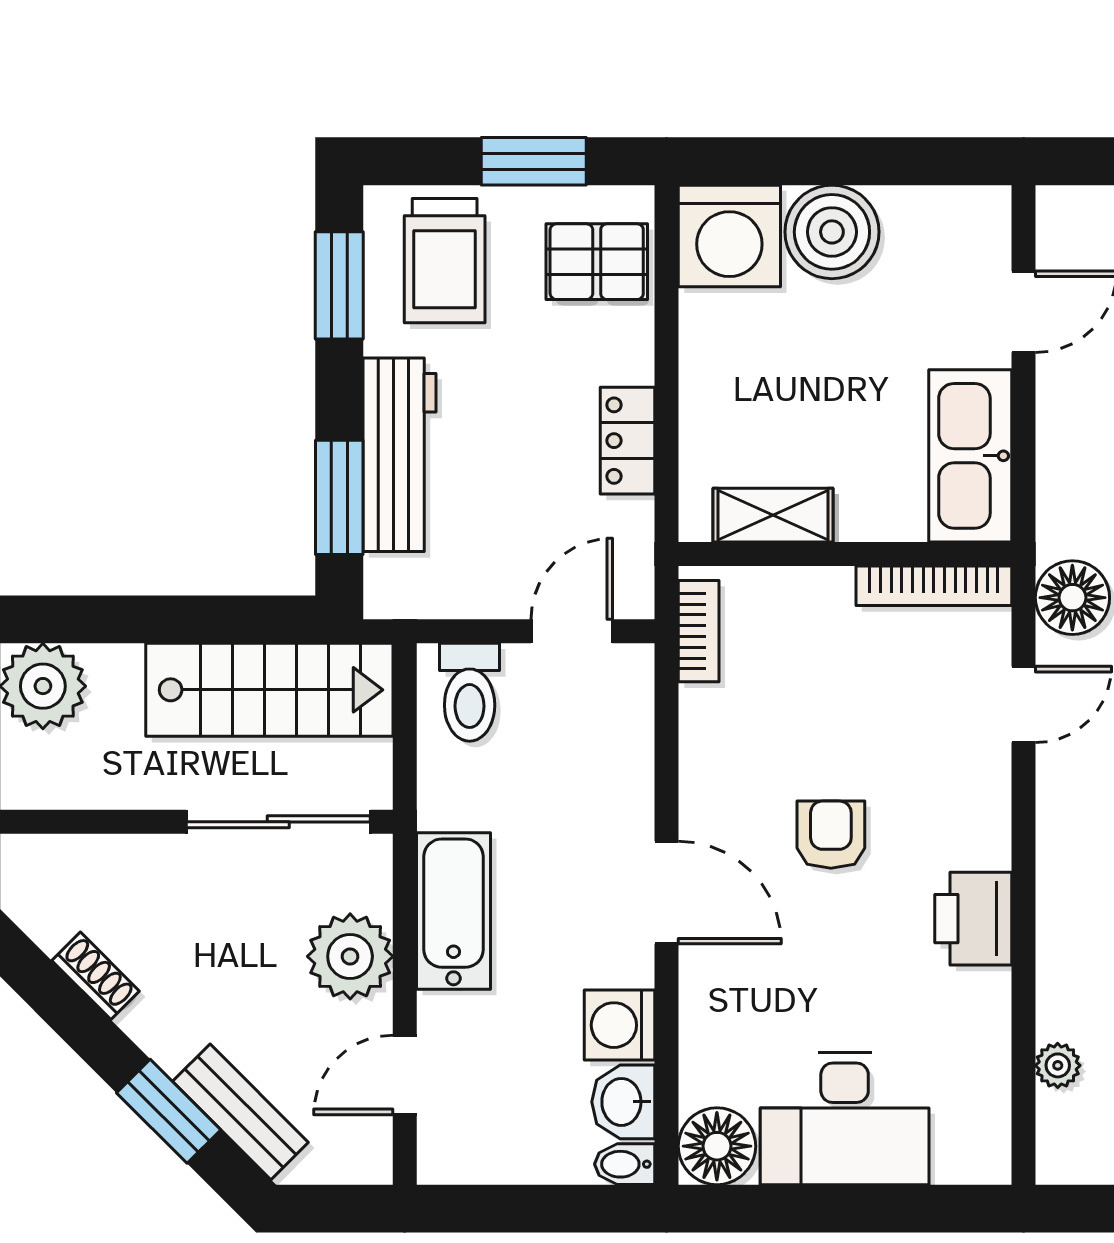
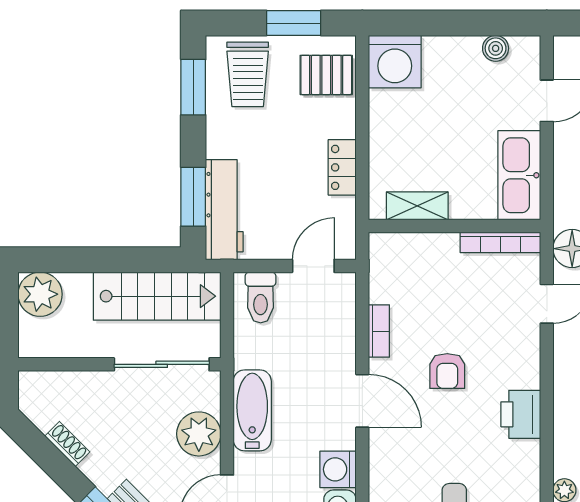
boiler: (832, 232) -> (496, 48), moved, width x0.54, depth x0.54
workbench: (399, 455) -> (224, 210), moved
bookcase: (699, 631) -> (379, 331), moved
armchair: (831, 835) -> (447, 371), turned 180

